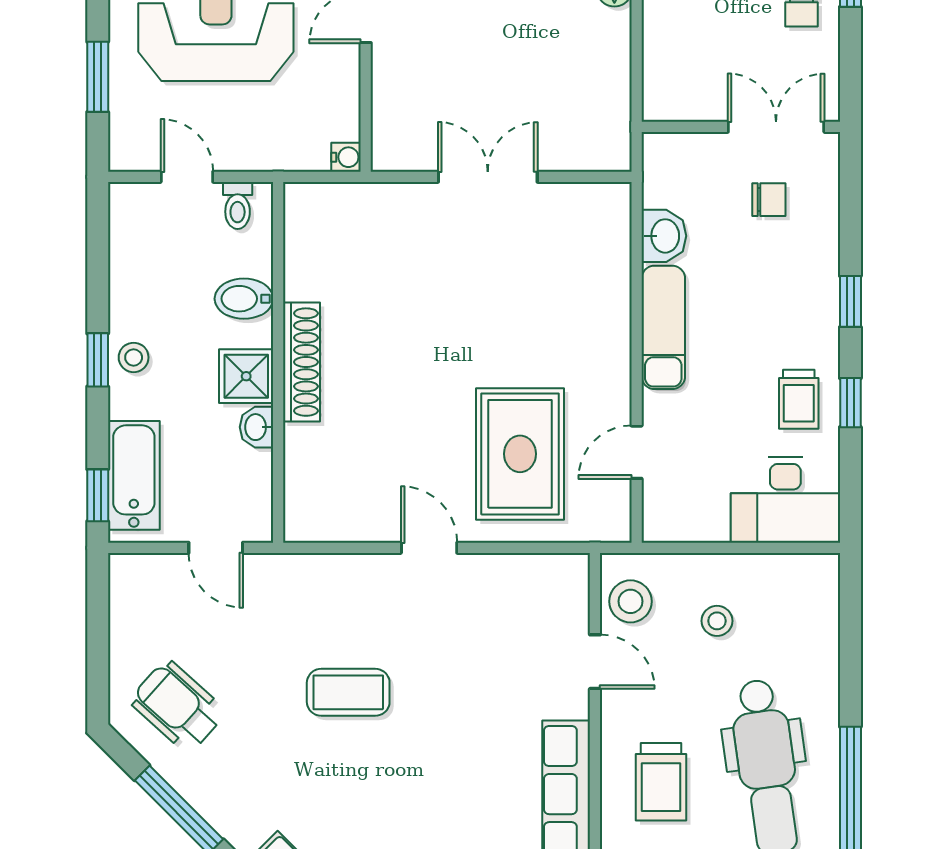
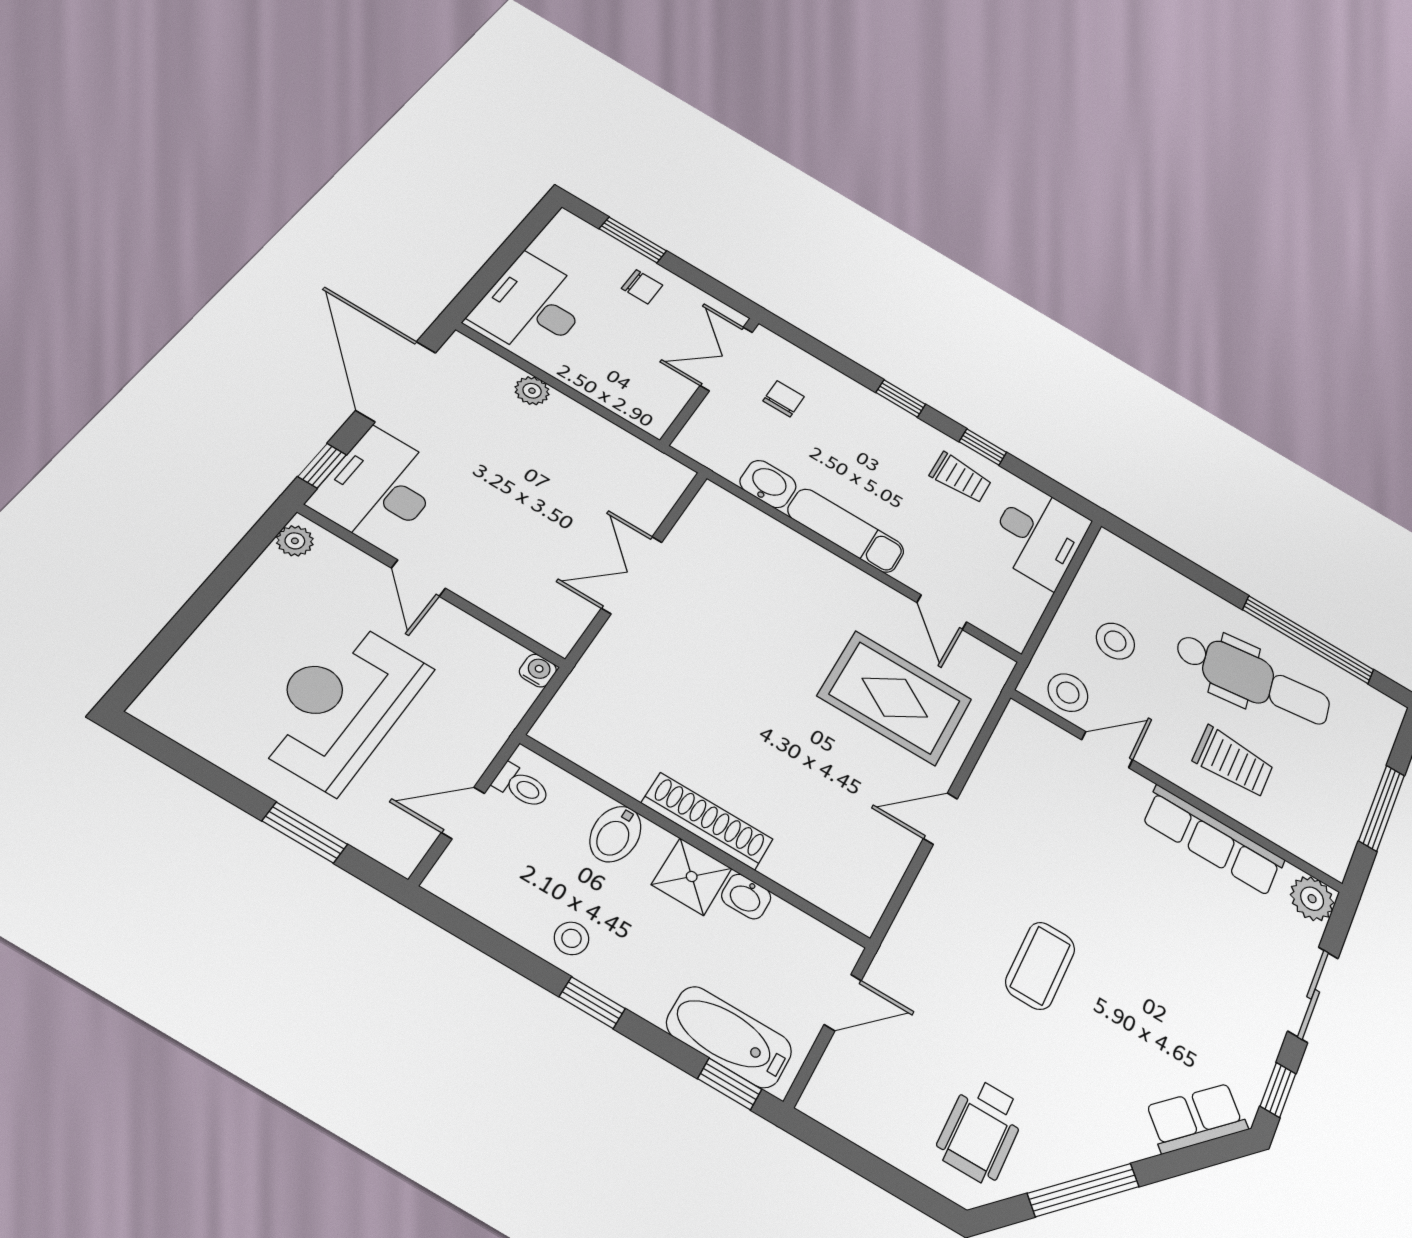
stool: (134, 357) -> (571, 938), moved
stool: (717, 621) -> (1115, 641), width x1.37, depth x1.37
wheelchair: (178, 706) -> (981, 1131), turned -42

